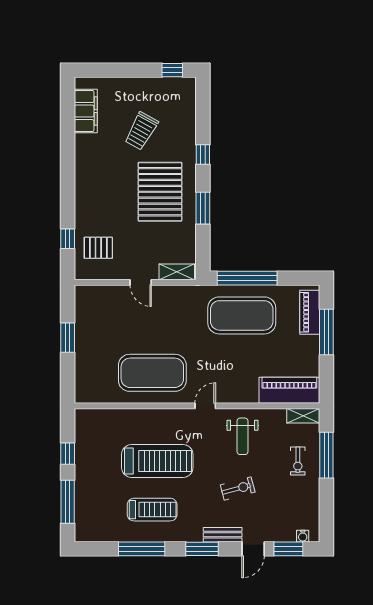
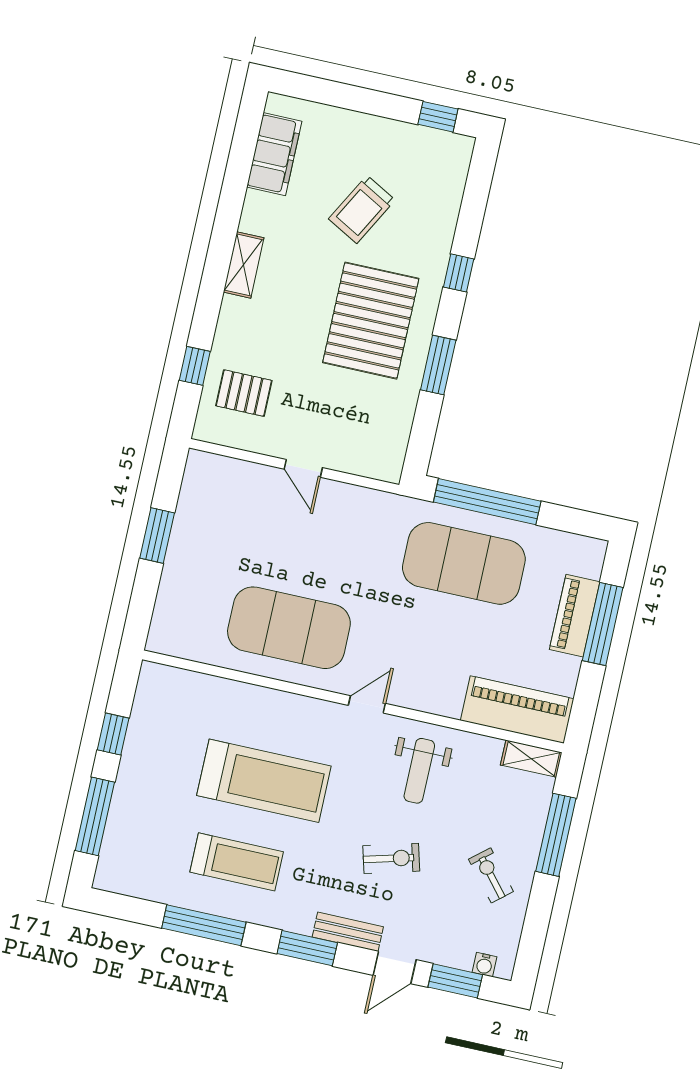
shelving: (177, 272) -> (244, 265), moved, turned 90
piano: (310, 312) -> (575, 616), moved
exercise bike: (298, 461) -> (491, 875), moved, turned 140

